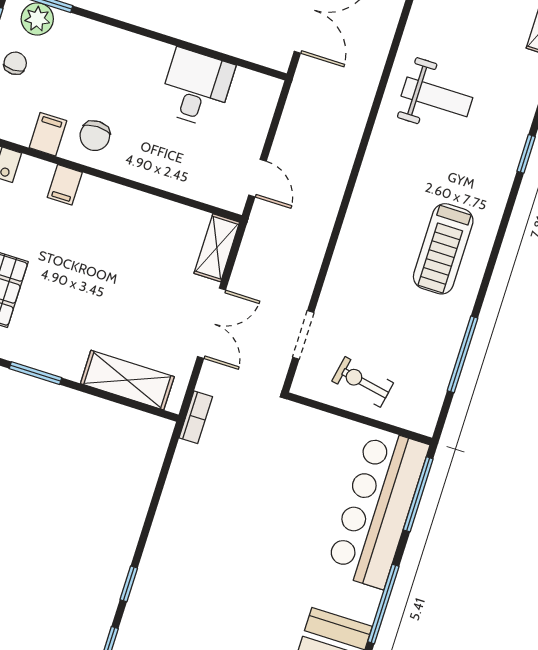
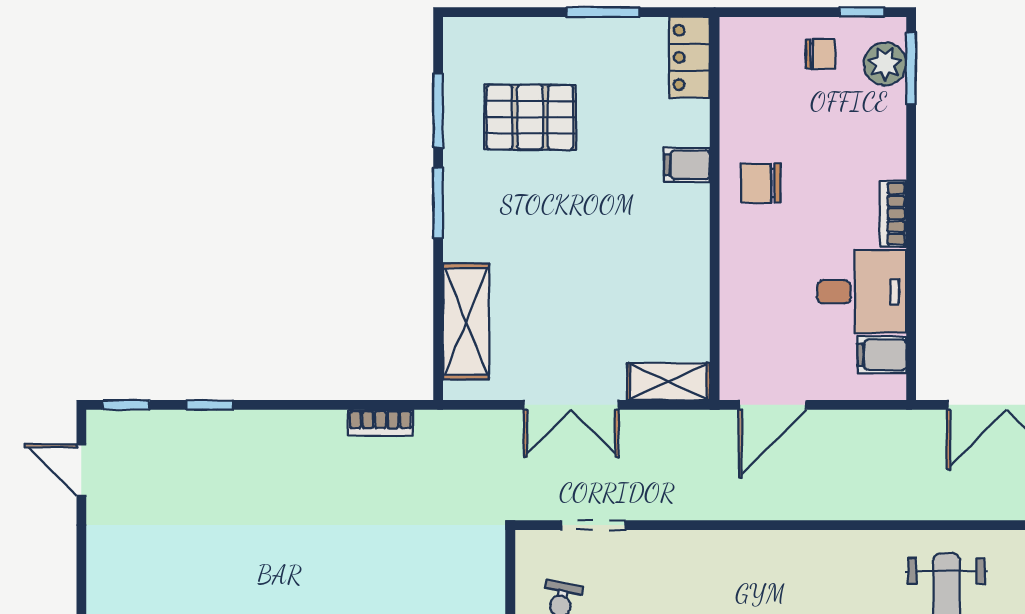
bookcase: (147, 47) -> (893, 214), added
filing cabinet: (48, 134) -> (882, 355), moved, turned 180
door: (257, 178) -> (773, 405), width x1.38
bookcase: (196, 417) -> (380, 423), moved

